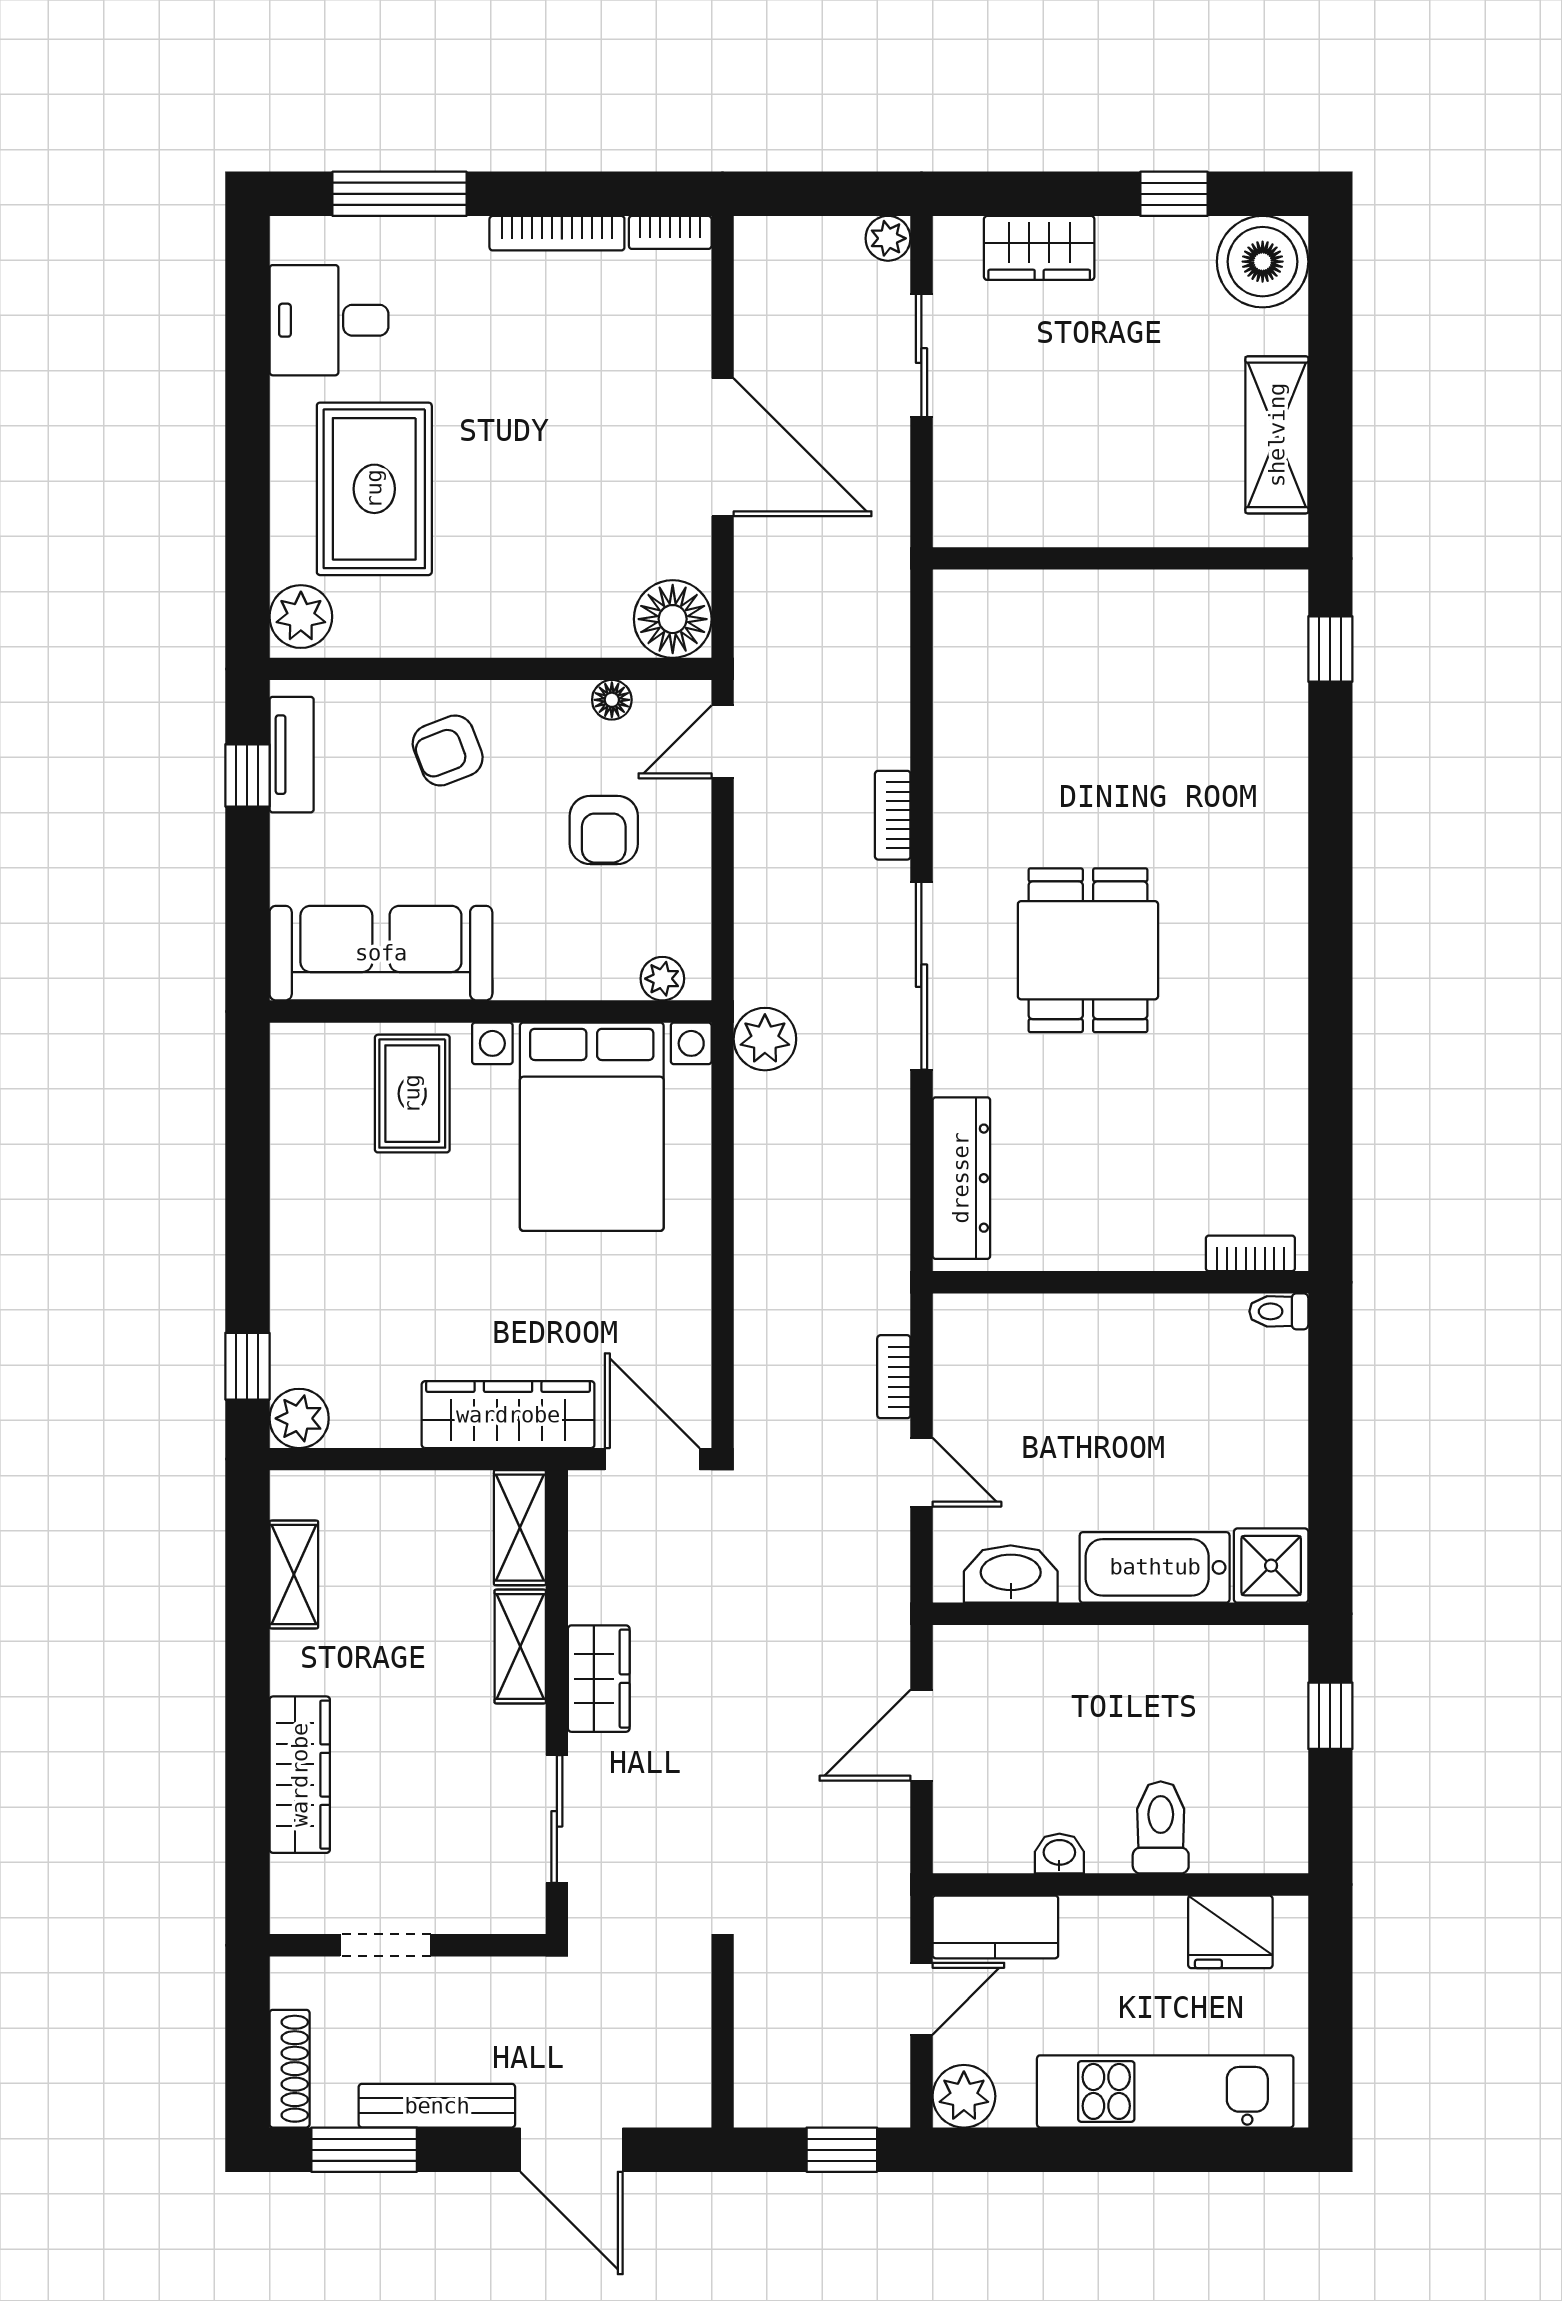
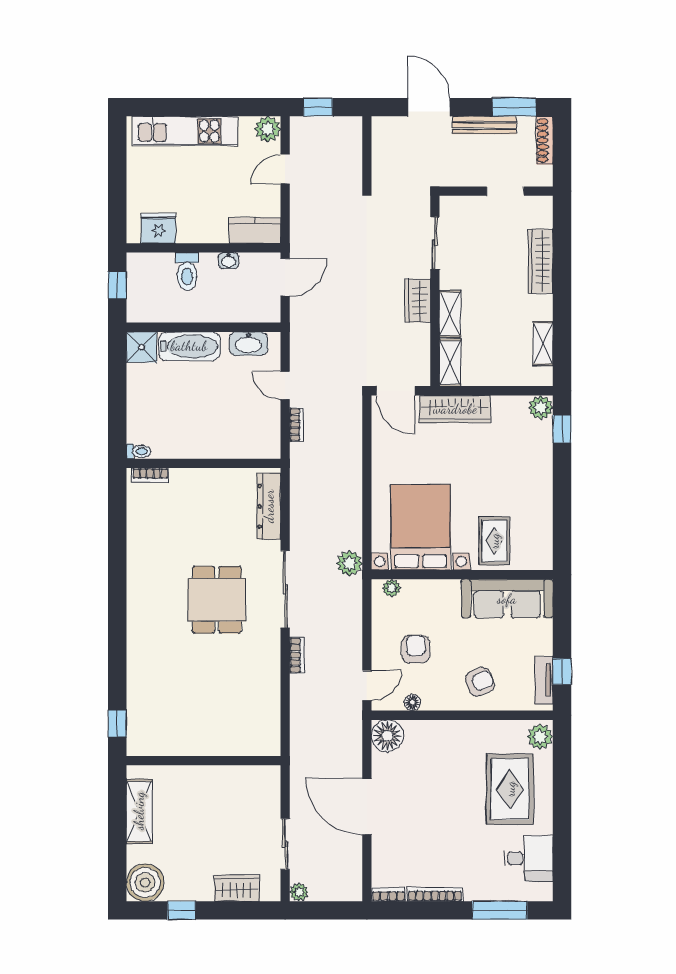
toilet: (1161, 1827) -> (187, 271), moved
washbasin: (1059, 1854) -> (229, 261), moved
wall: (1120, 1884) -> (203, 248), moved
kitchen counter: (995, 1927) -> (255, 230), moved
fridge: (1230, 1932) -> (158, 228), moved

